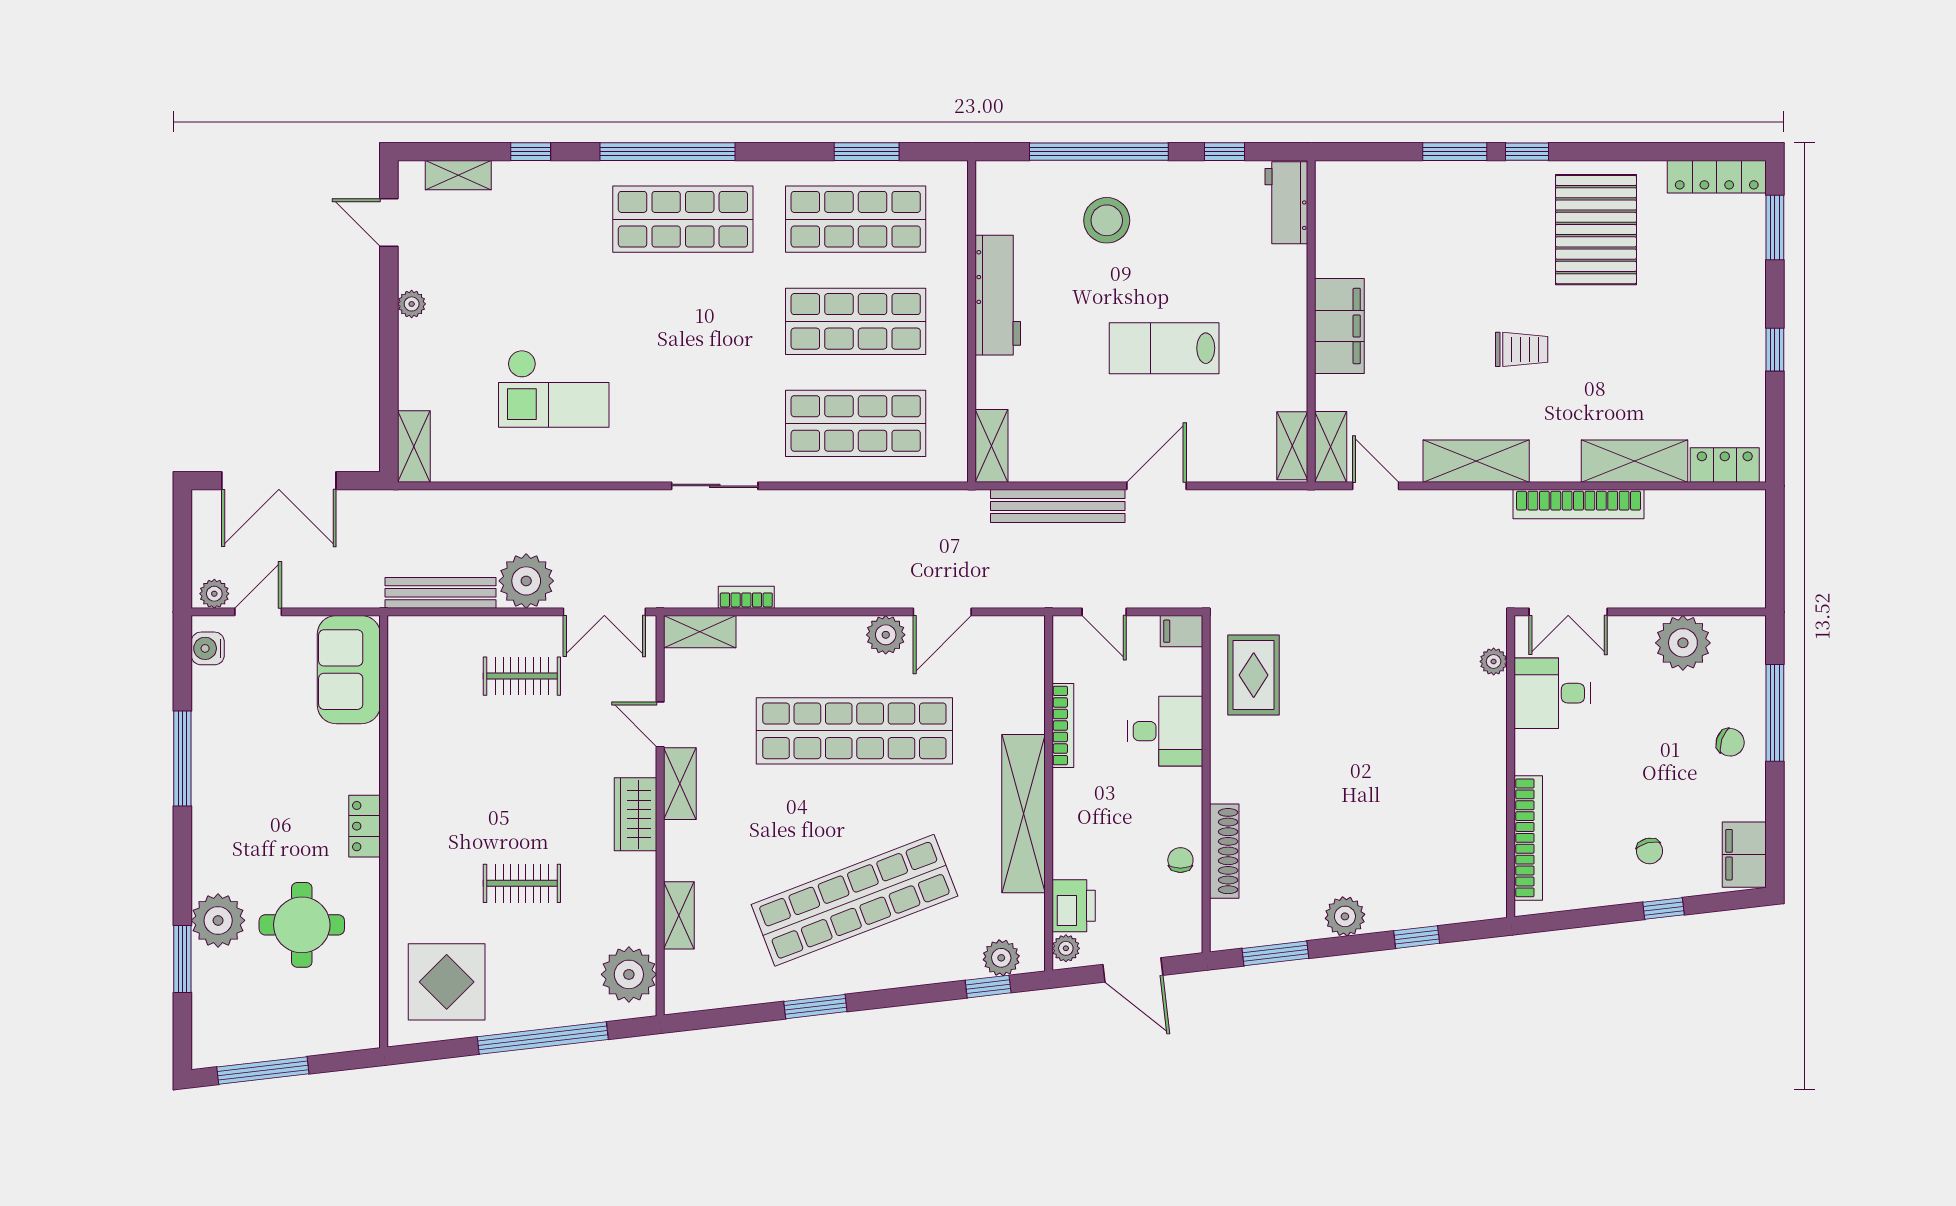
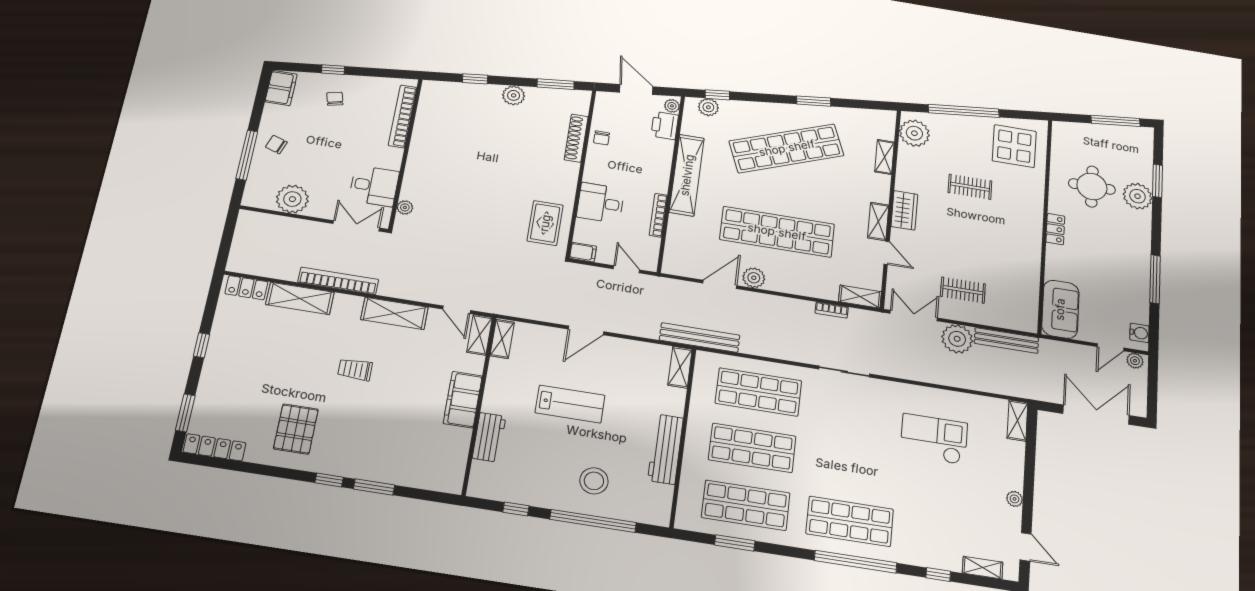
workbench: (1286, 203) -> (489, 437), moved
pallet: (1596, 230) -> (296, 429), width x0.73, depth x0.71
bench: (1058, 506) -> (700, 338), moved

